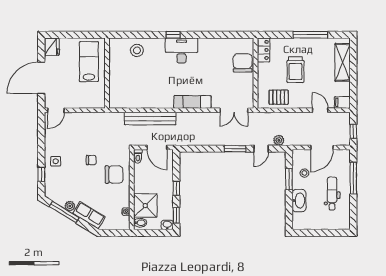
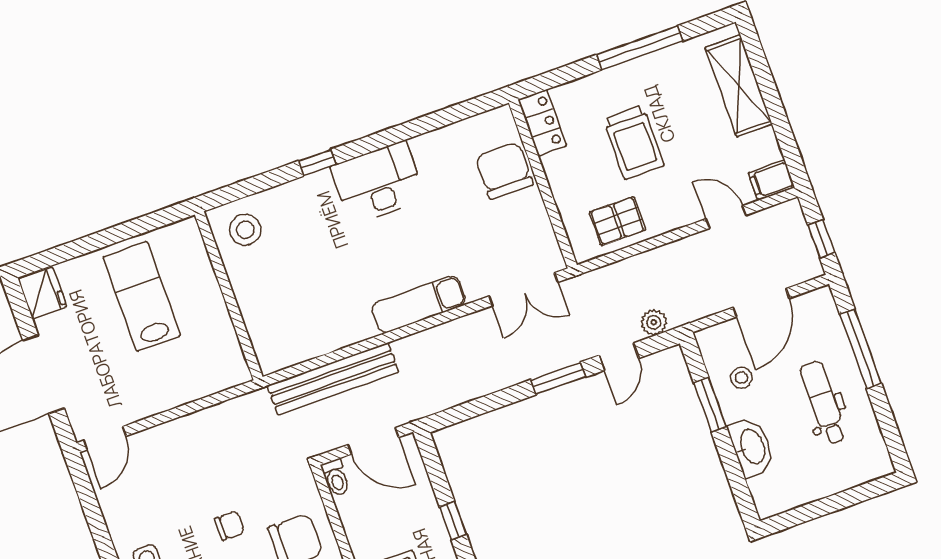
desk: (182, 51) -> (378, 183), moved
wall: (107, 73) -> (229, 296), moved

